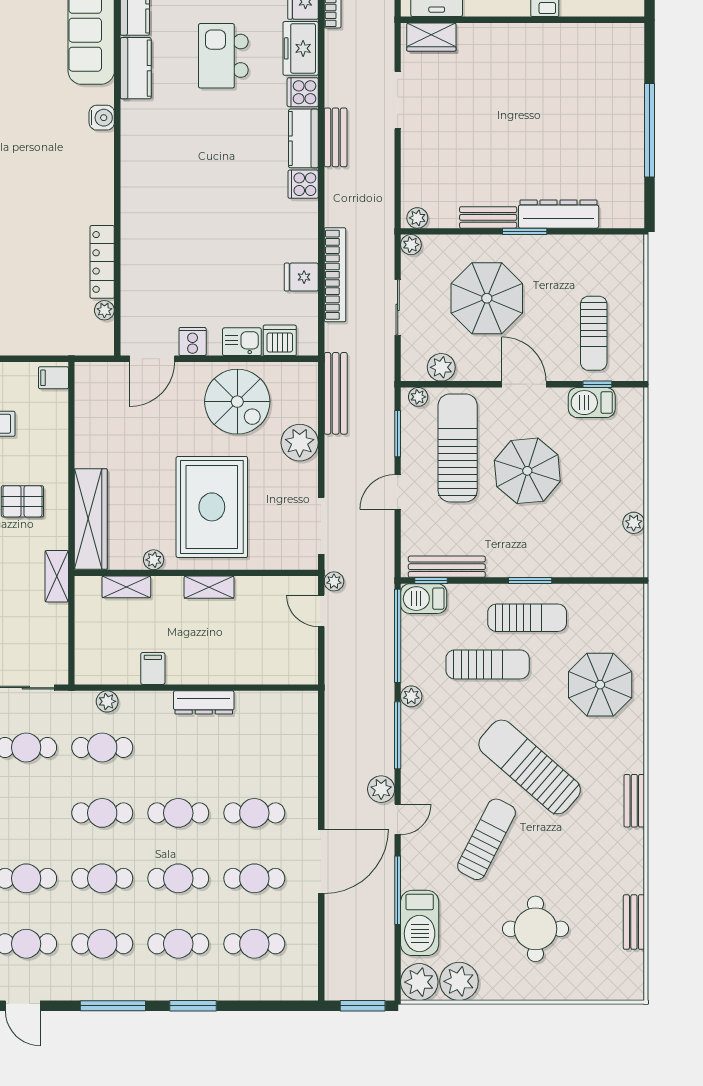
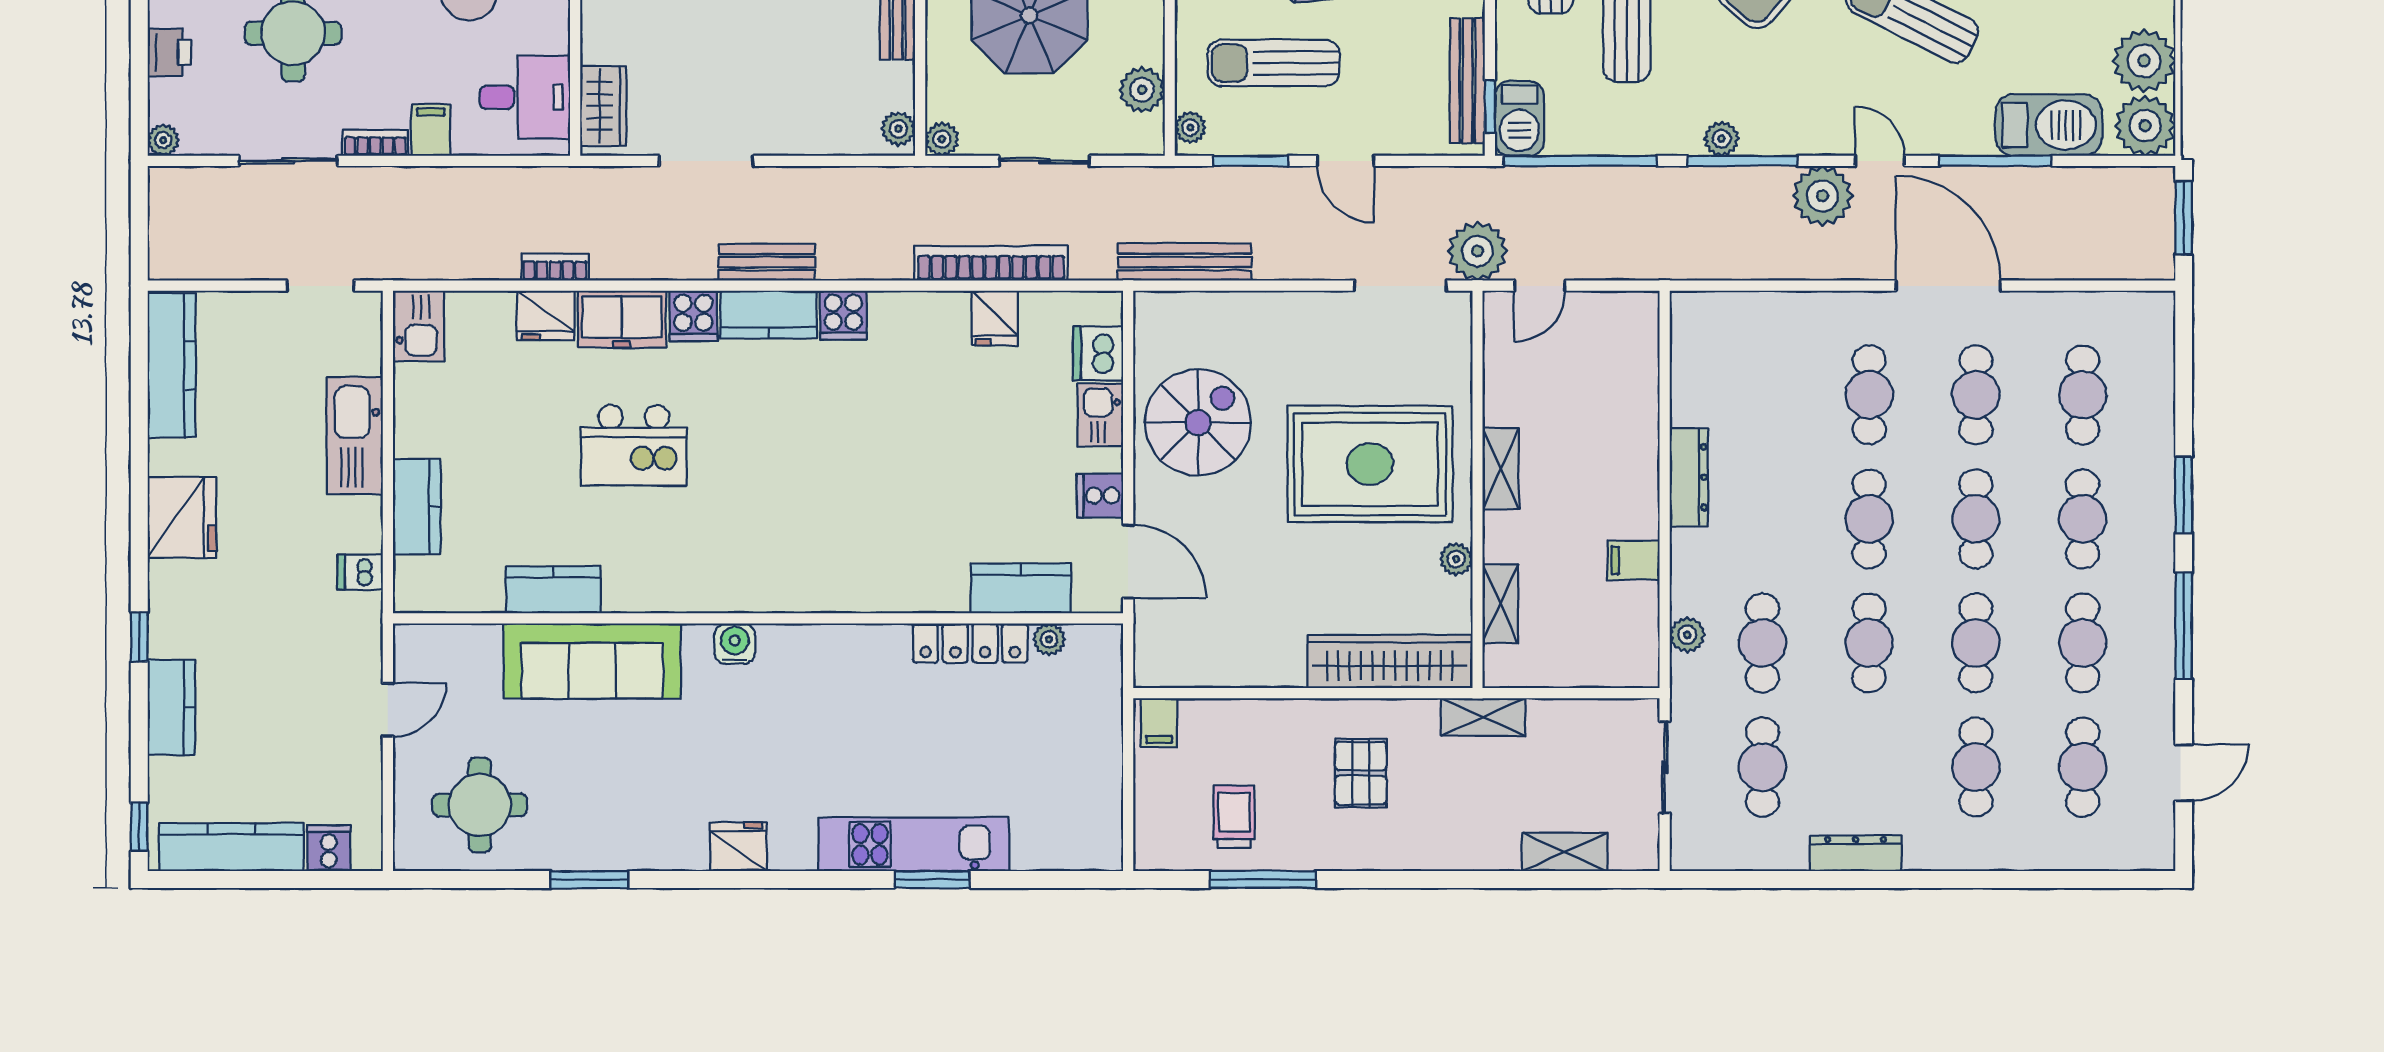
kitchen counter: (136, 68) -> (1021, 588), moved
plant: (300, 443) -> (1265, 321), removed
sun lounger: (458, 448) -> (1274, 63), width x0.73, depth x0.75
plant: (334, 581) -> (1478, 251), width x1.88, depth x1.88
plant: (411, 696) -> (1722, 139), moved
plant: (381, 789) -> (1822, 196), width x1.36, depth x1.36

